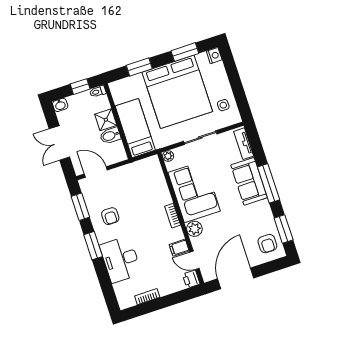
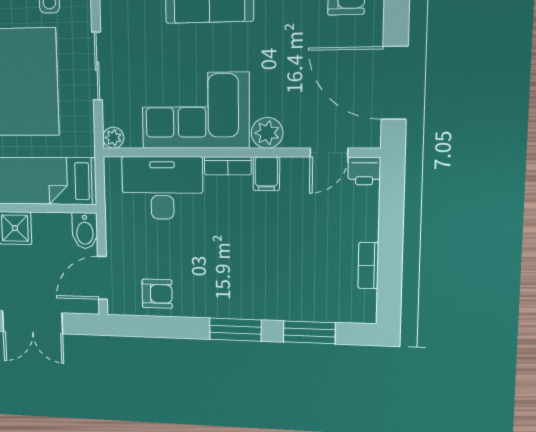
bidet: (110, 136) -> (85, 231), moved
window: (80, 207) -> (309, 332), moved
armchair: (110, 216) -> (157, 294), moved
filing cabinet: (179, 248) -> (266, 174), moved
desk: (121, 259) -> (162, 188), moved, turned 180

